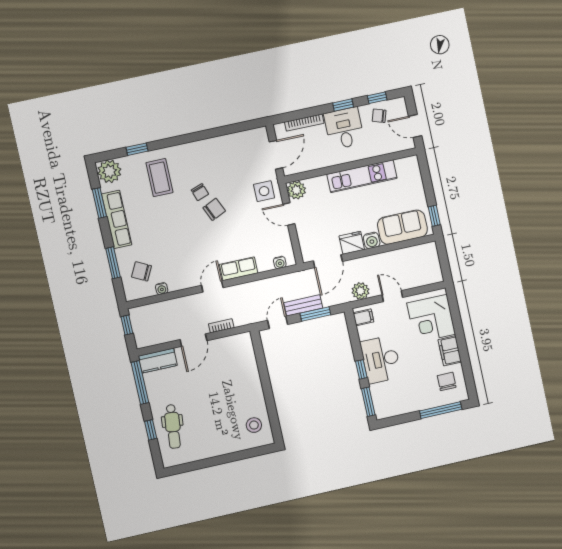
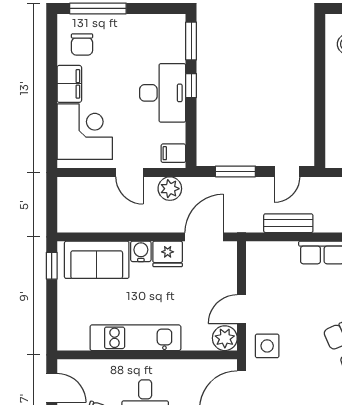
door: (289, 214) -> (241, 309), swing flipped
water cooler: (280, 262) -> (267, 249), removed
bench: (303, 305) -> (288, 223), moved

